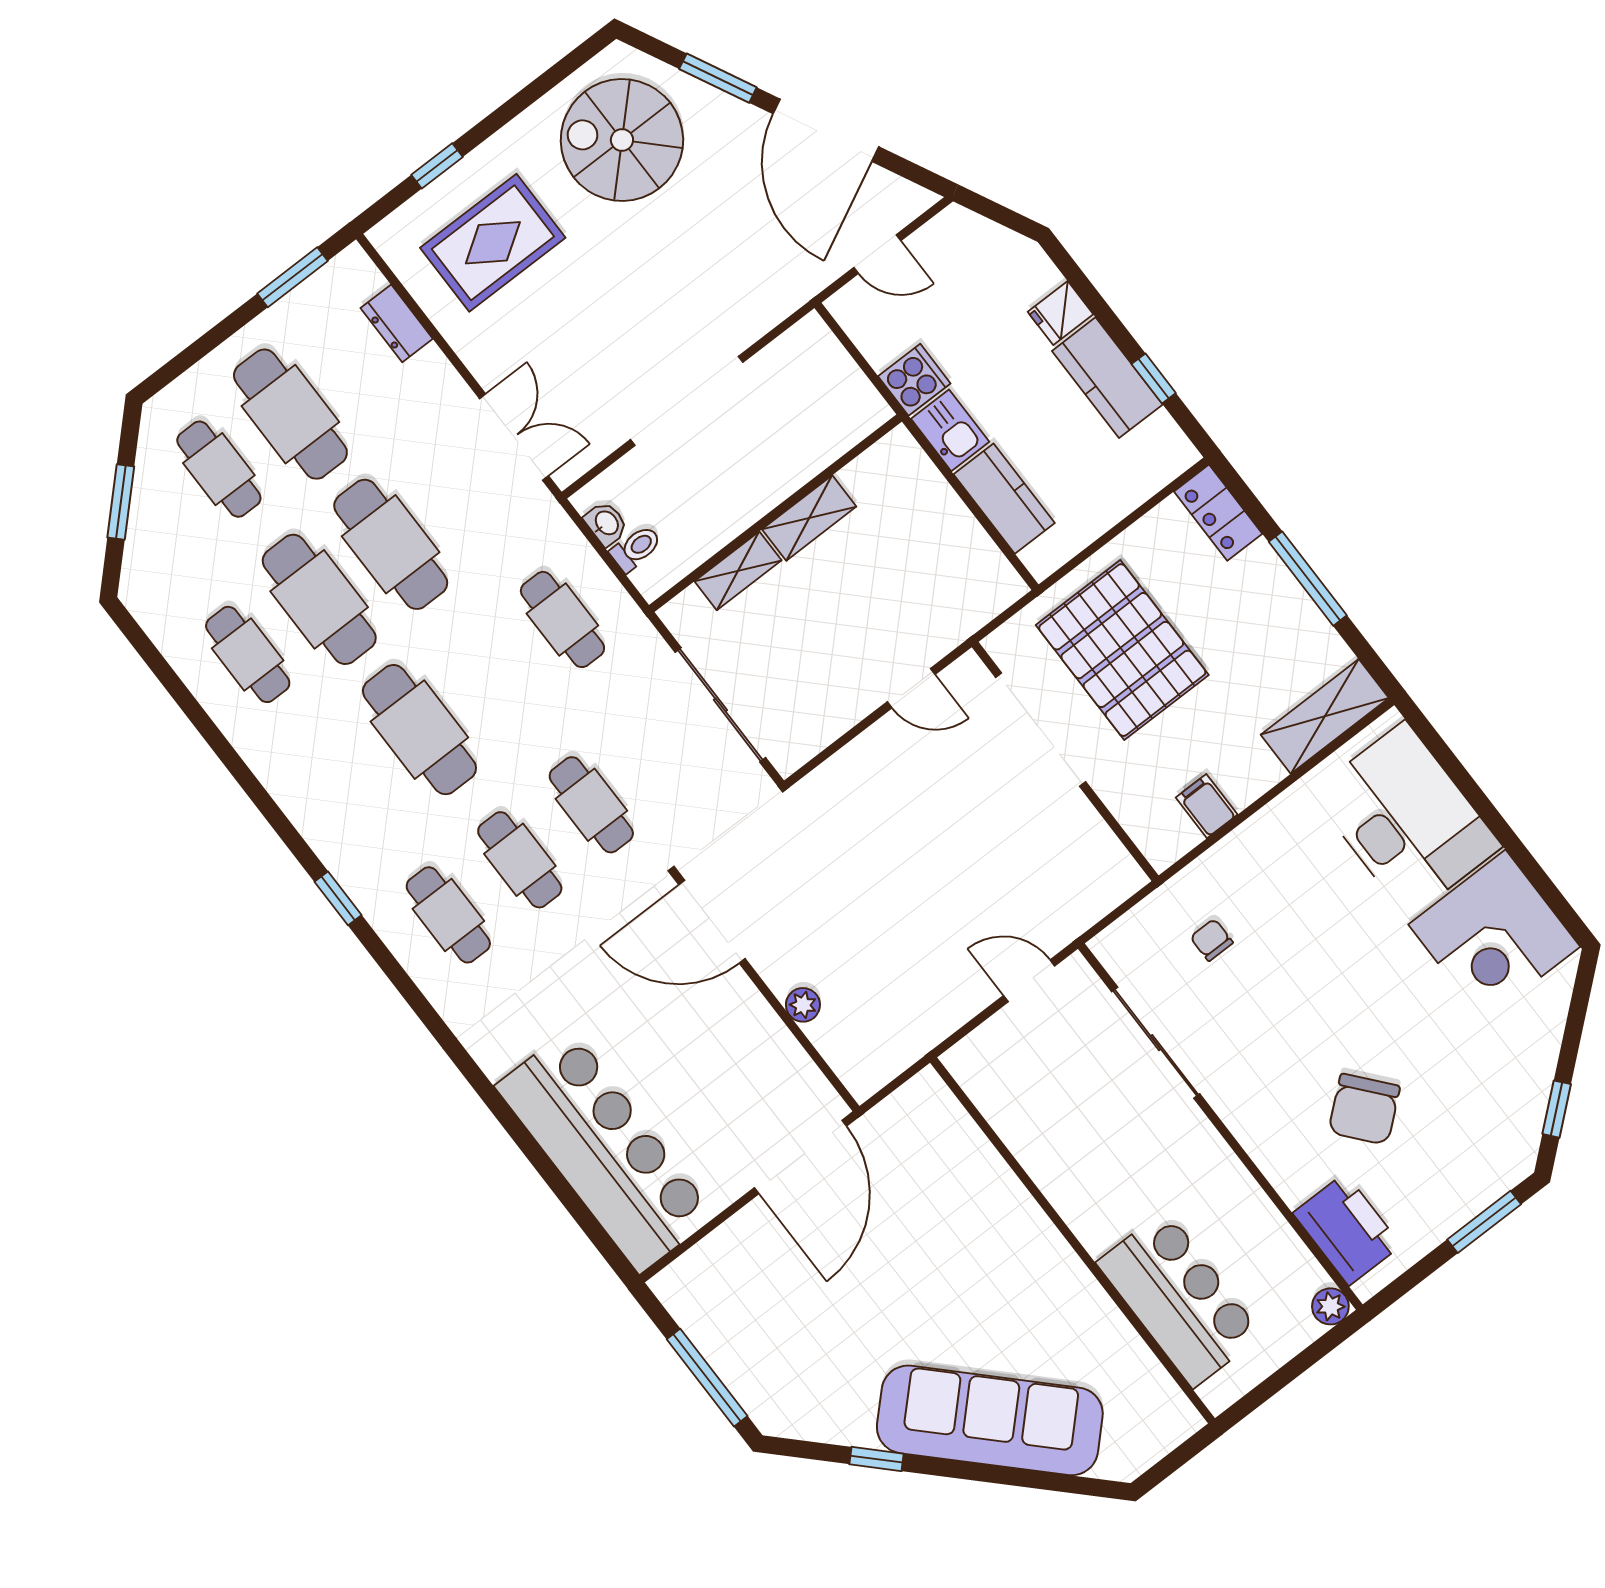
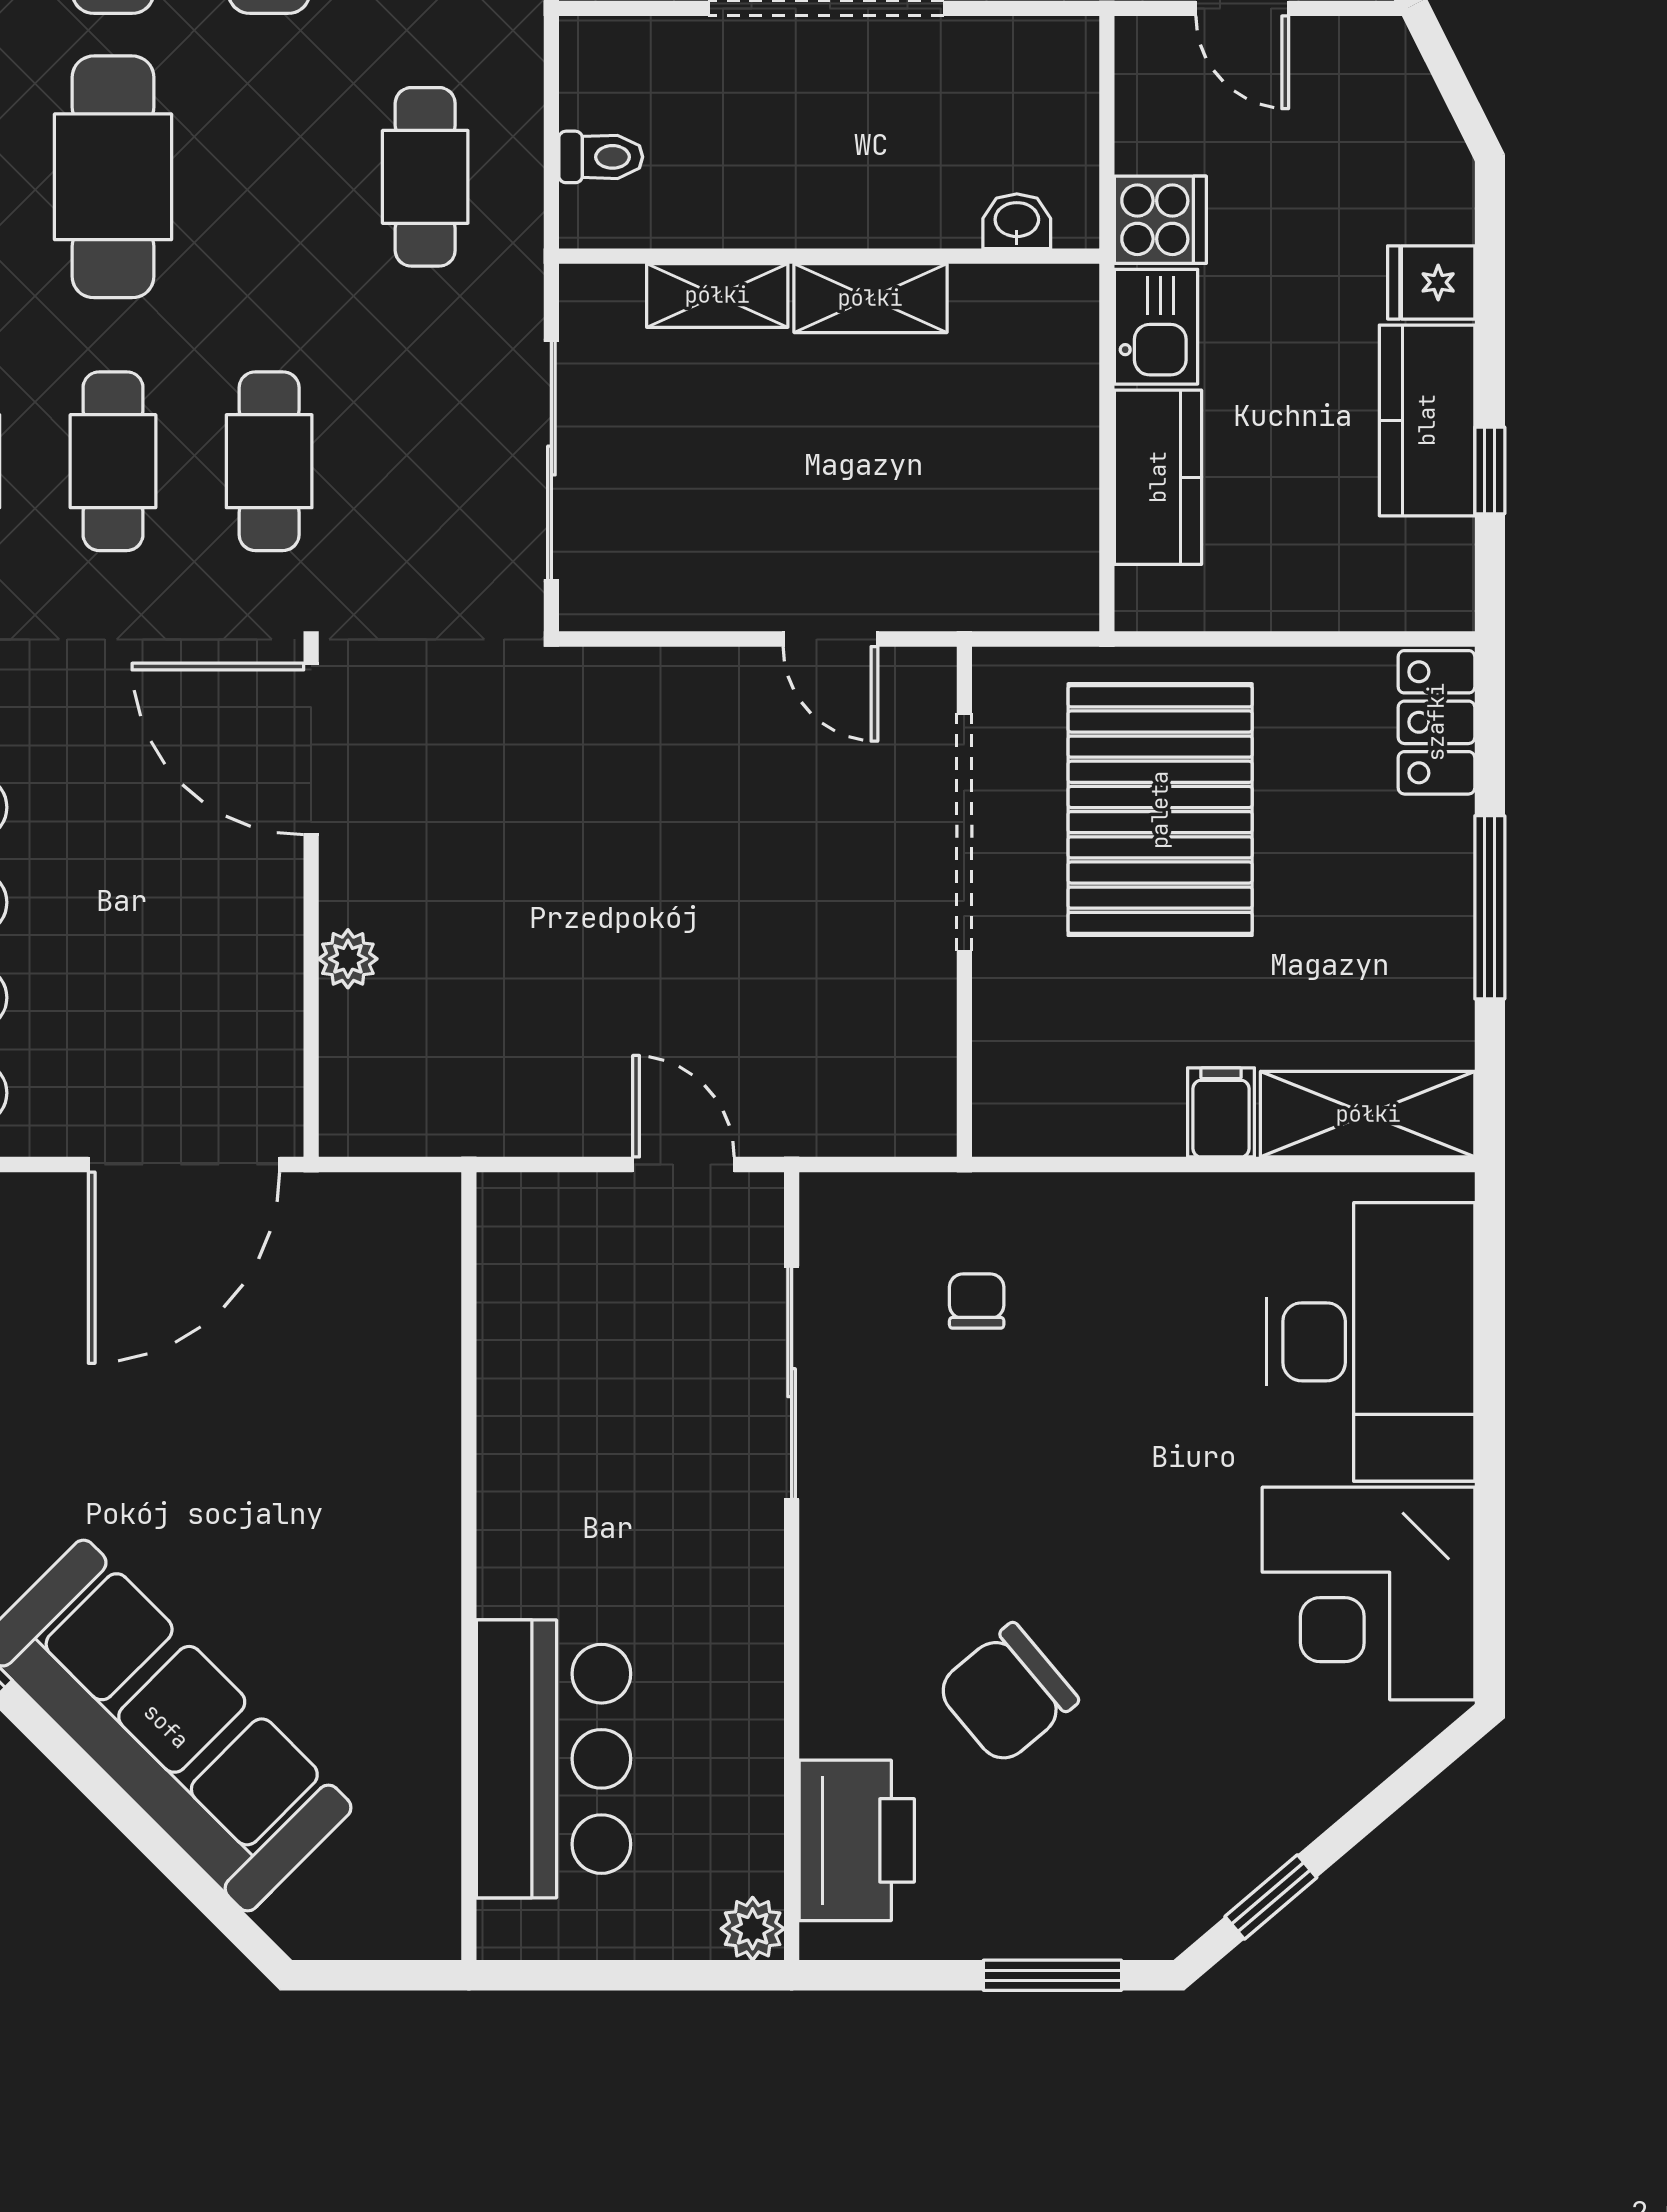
washbasin: (606, 523) -> (1017, 221), moved, turned -90
filing cabinet: (1207, 806) -> (1221, 1112), moved

